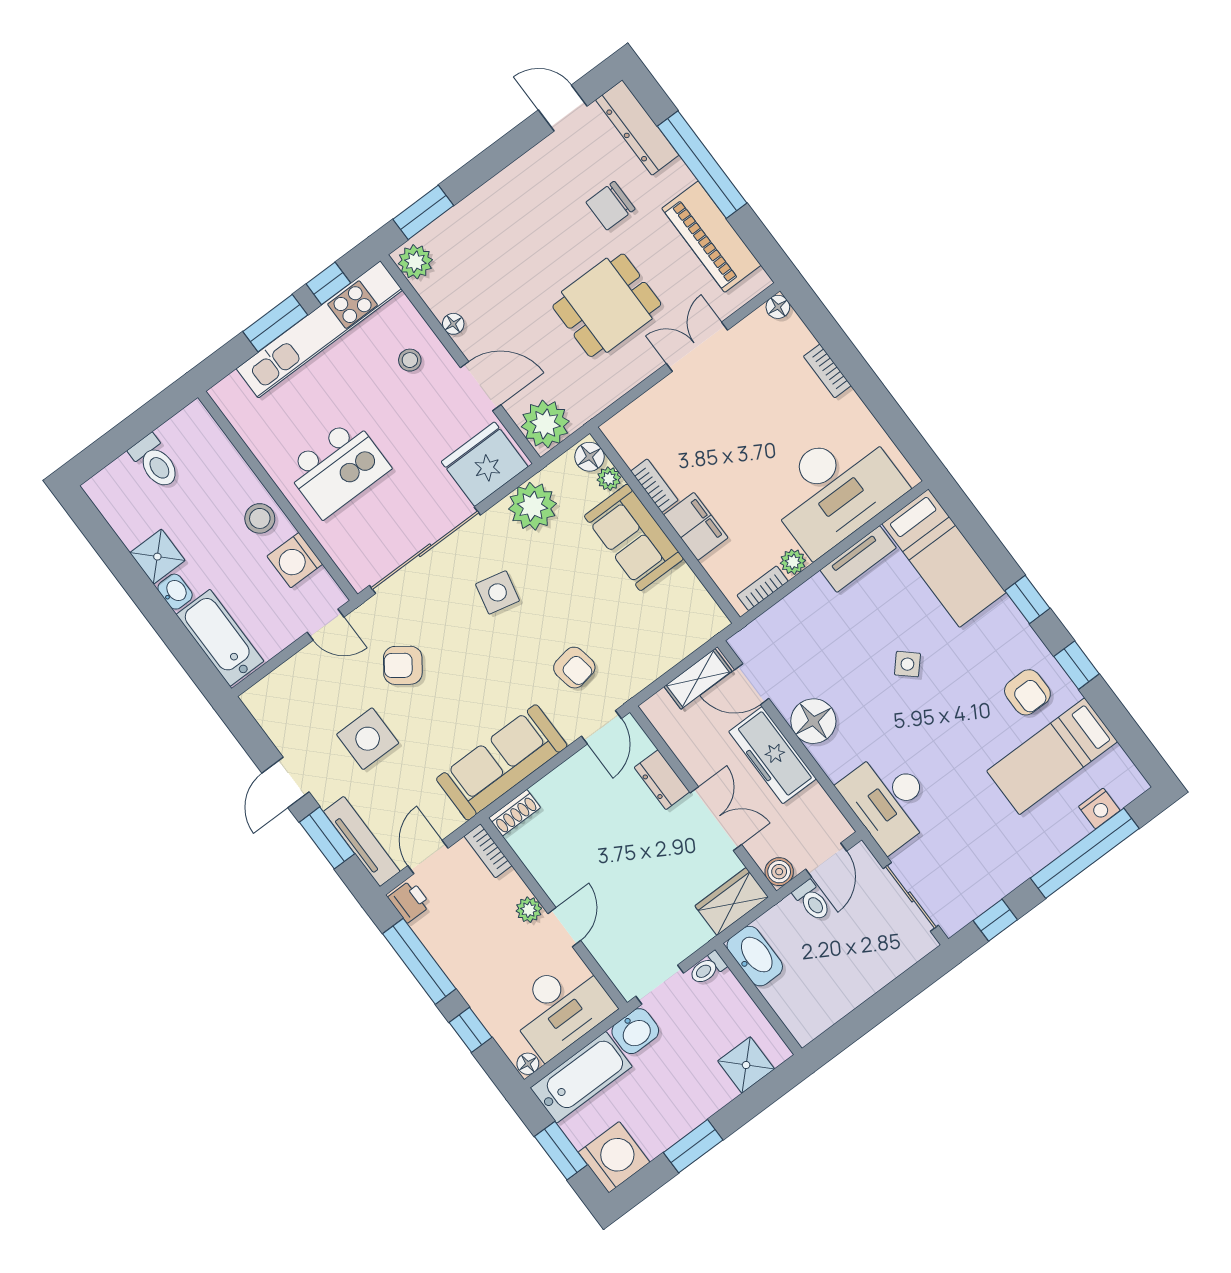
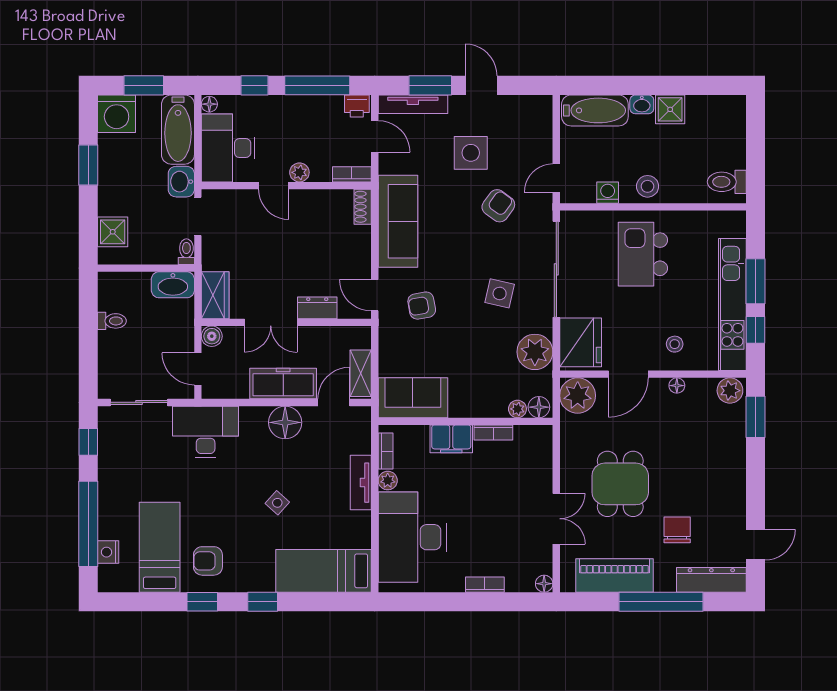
toilet: (155, 462) -> (727, 182), moved
sofa: (634, 537) -> (413, 398), moved
tv unit: (858, 559) -> (361, 483), moved
washing machine: (295, 560) -> (608, 193), width x0.73, depth x0.73
toilet: (812, 901) -> (112, 321), moved, turned 180

